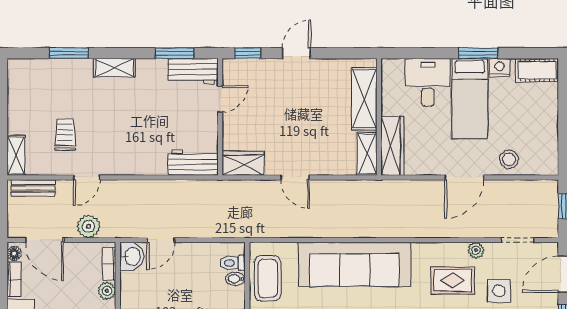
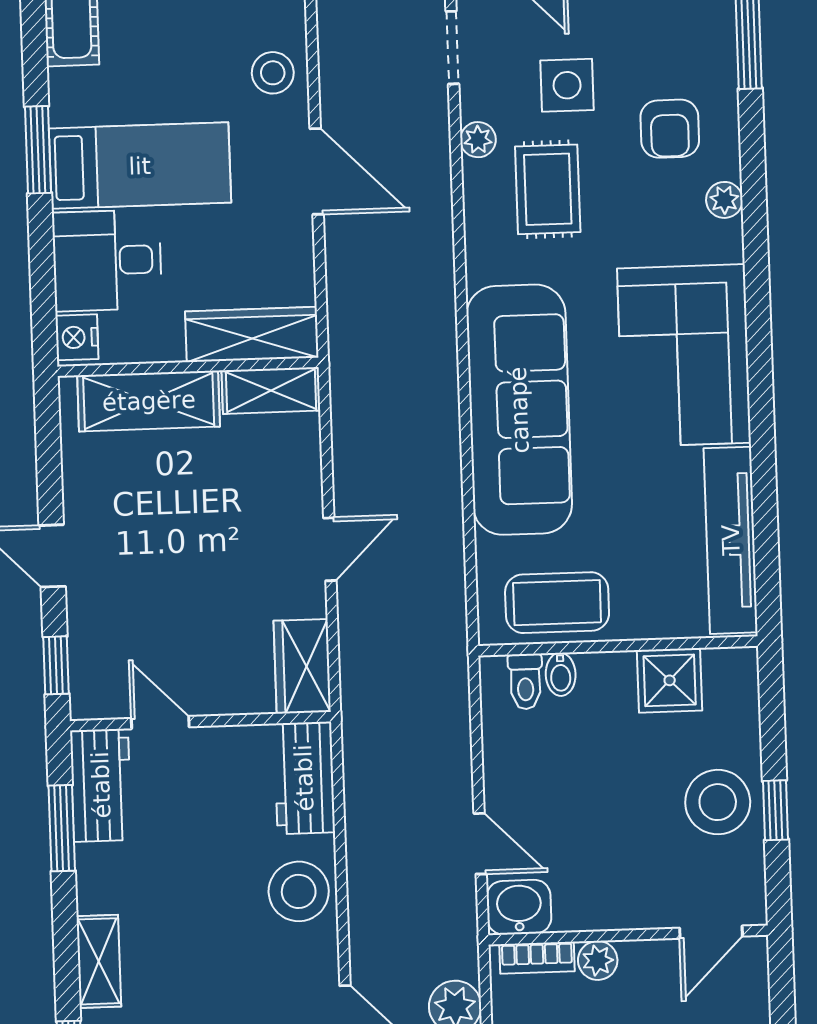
nightstand: (499, 68) -> (77, 337), moved
stool: (142, 158) -> (299, 891), added

